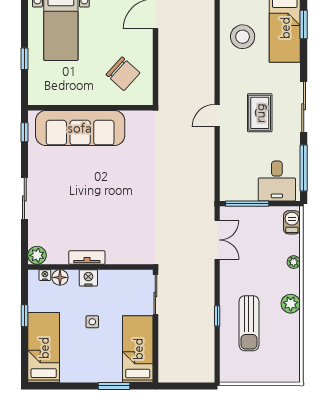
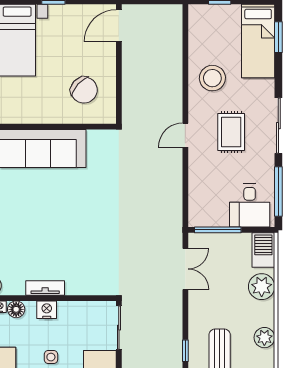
stool: (243, 37) -> (212, 78), moved
barbecue: (292, 222) -> (263, 250), width x1.38, depth x1.27
plant: (294, 262) -> (262, 287), width x1.88, depth x1.88

